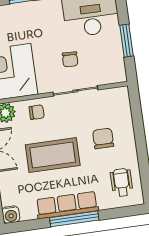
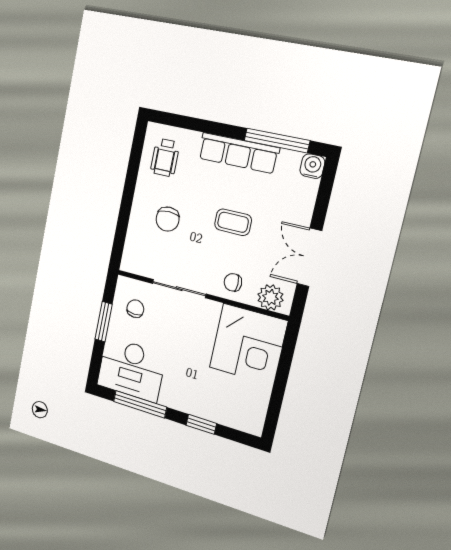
chair: (70, 59) -> (135, 309), moved
coffee table: (53, 155) -> (233, 222), width x0.54, depth x0.58
window: (74, 219) -> (277, 141), moved

